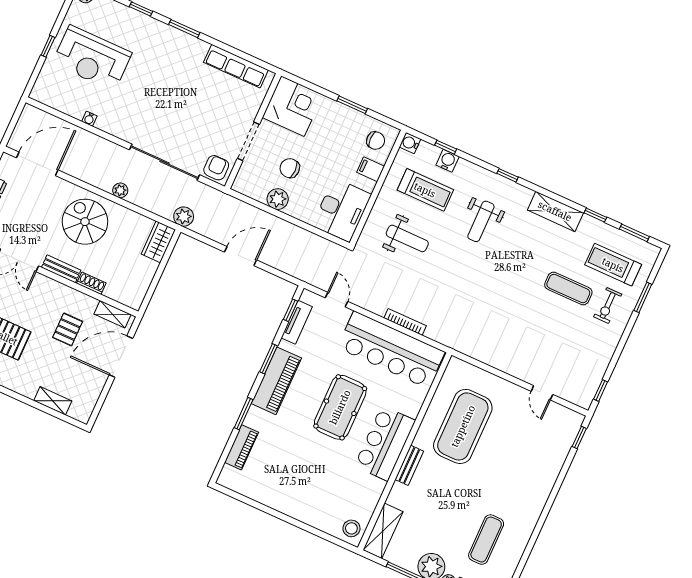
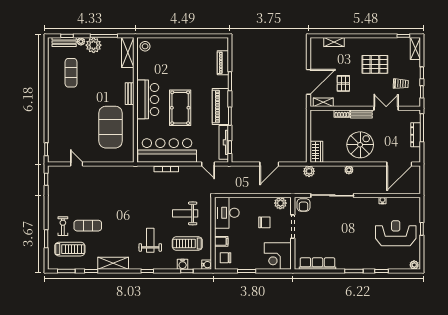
plant: (278, 199) -> (280, 203), moved
spiral stairs: (85, 222) -> (360, 145), turned -90
tv unit: (297, 322) -> (224, 142), width x1.41

